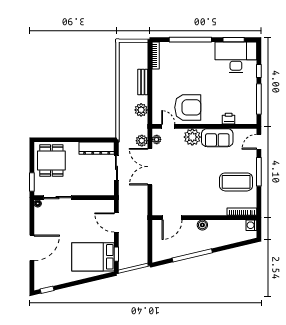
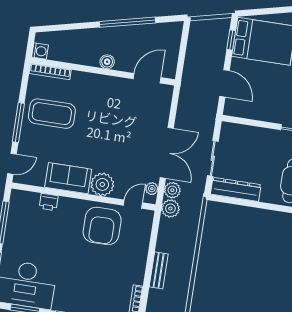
armchair: (188, 107) -> (102, 226), turned -90
plant: (141, 110) -> (170, 208), moved
door: (168, 126) -> (133, 204), swing flipped

